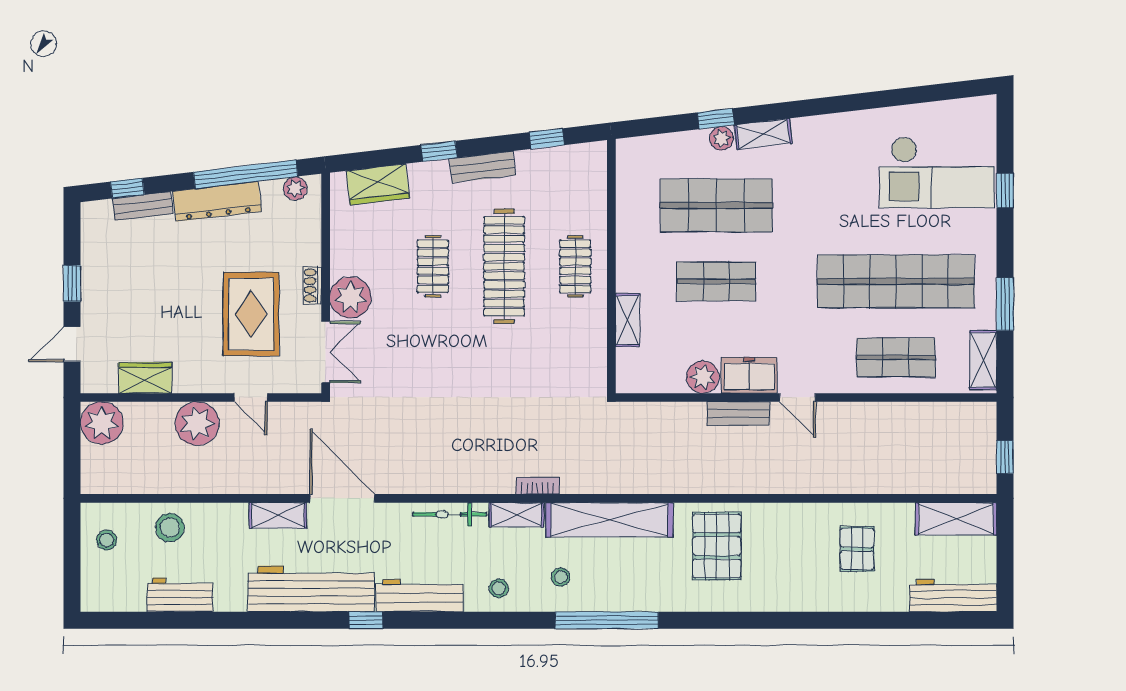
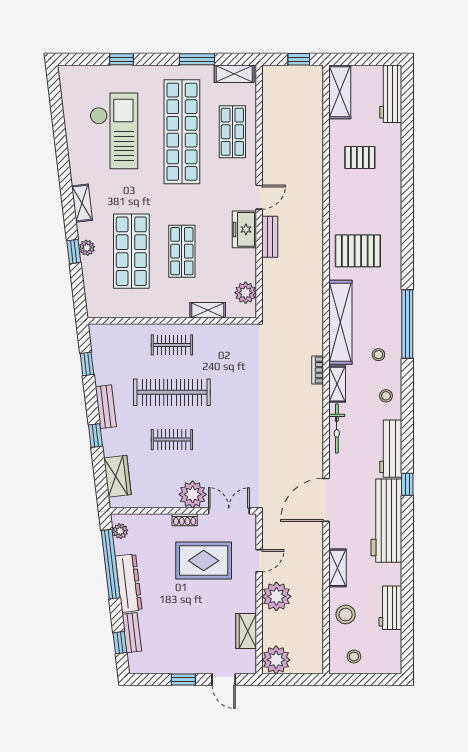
shelving: (763, 134) -> (82, 203), moved
checkout: (937, 172) -> (114, 131), moved
plant: (703, 377) -> (246, 293), moved
shelving: (278, 515) -> (338, 568), moved

